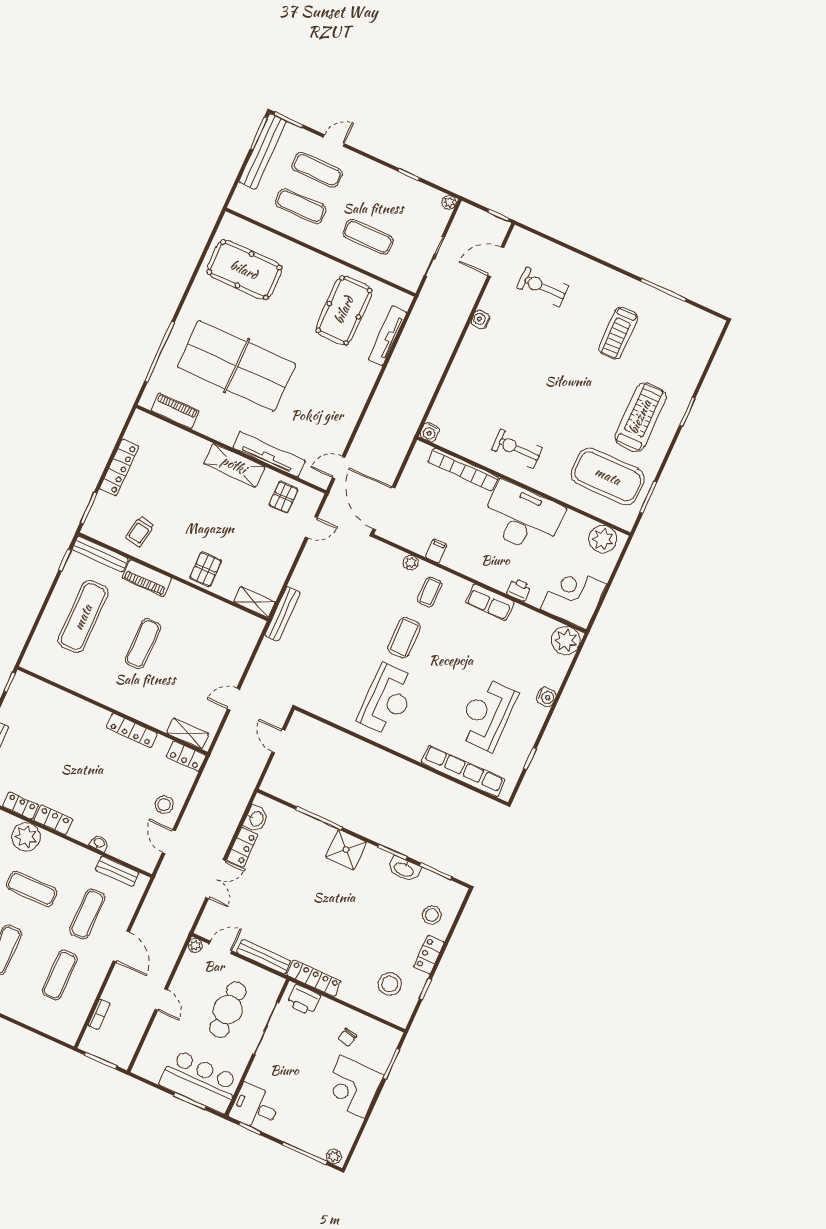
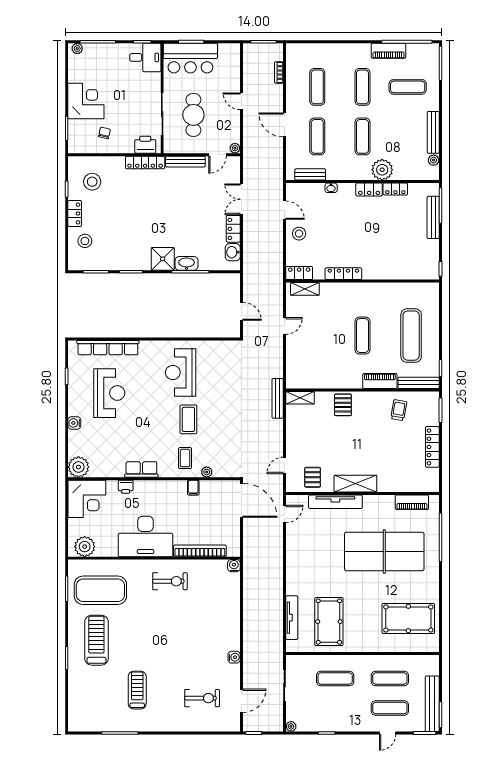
treadmill: (640, 417) -> (96, 640), turned 180
washbasin: (404, 869) -> (187, 263), moved
exercise mat: (32, 889) -> (362, 136), turned 90

